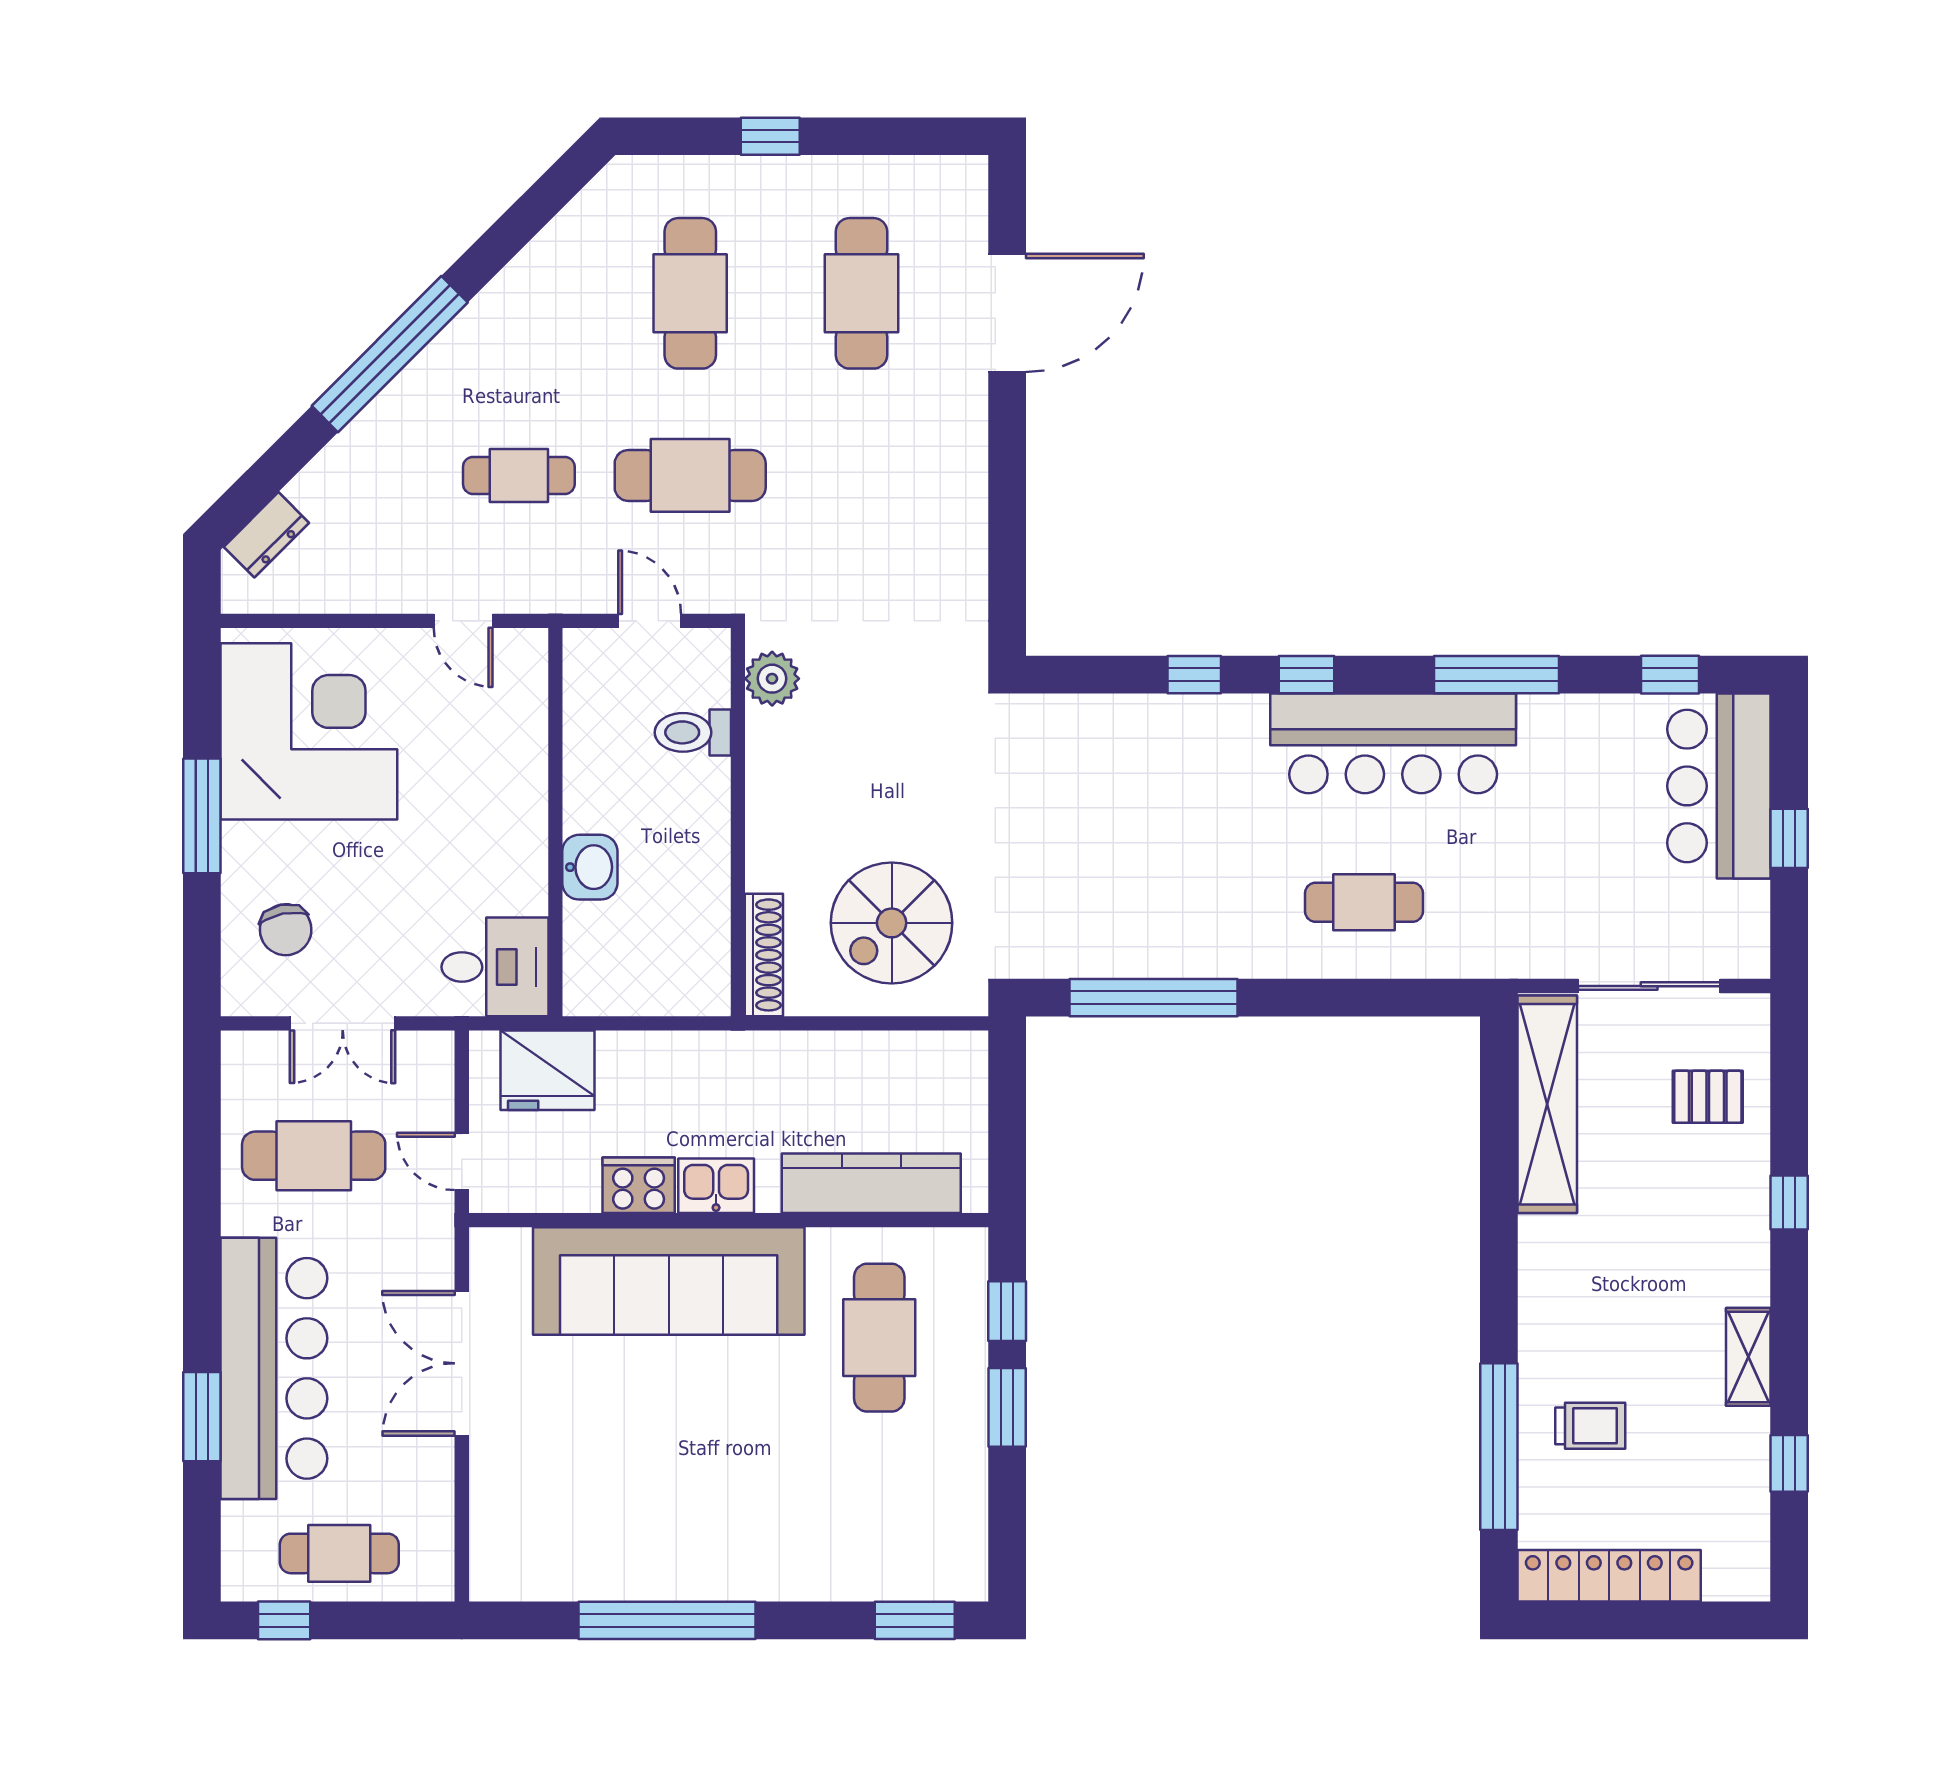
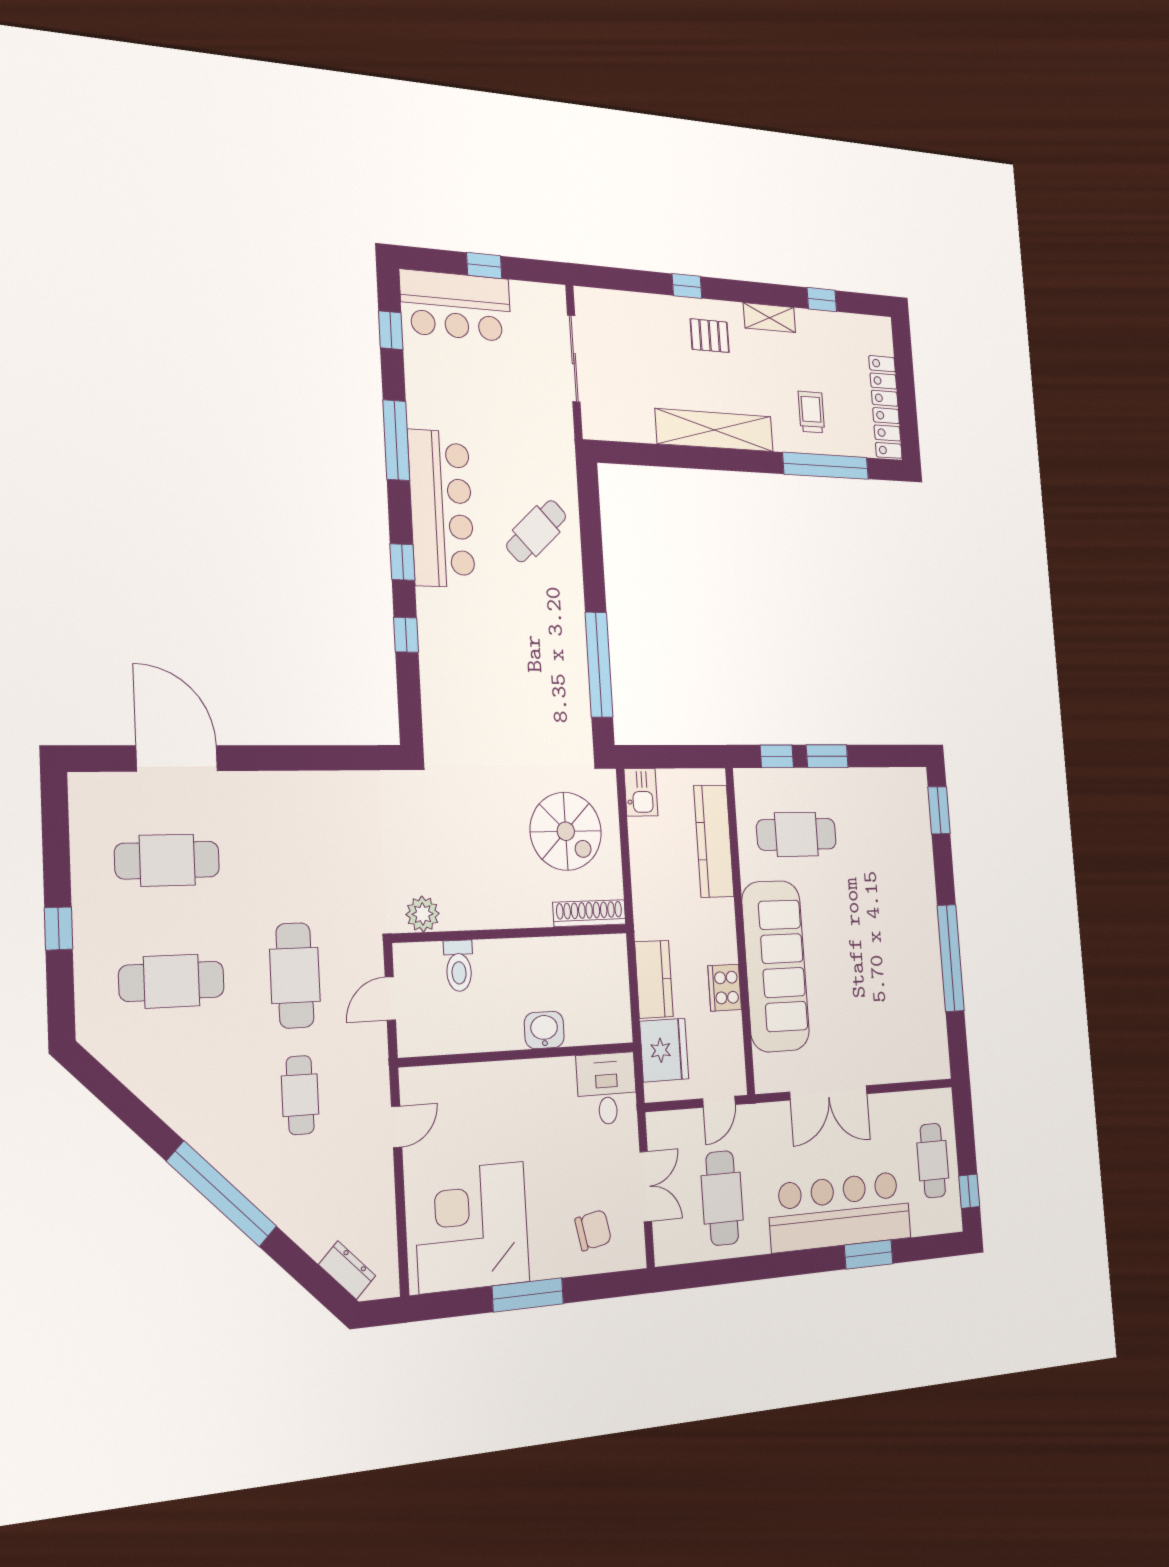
cafe table: (1364, 902) -> (536, 531), turned 47
kitchen counter: (658, 1060) -> (654, 979), added
pallet: (1708, 1097) -> (710, 336), moved, turned 90
shelving: (1547, 1104) -> (715, 430), moved
kitchen sink: (716, 1186) -> (641, 792), moved, turned 180

